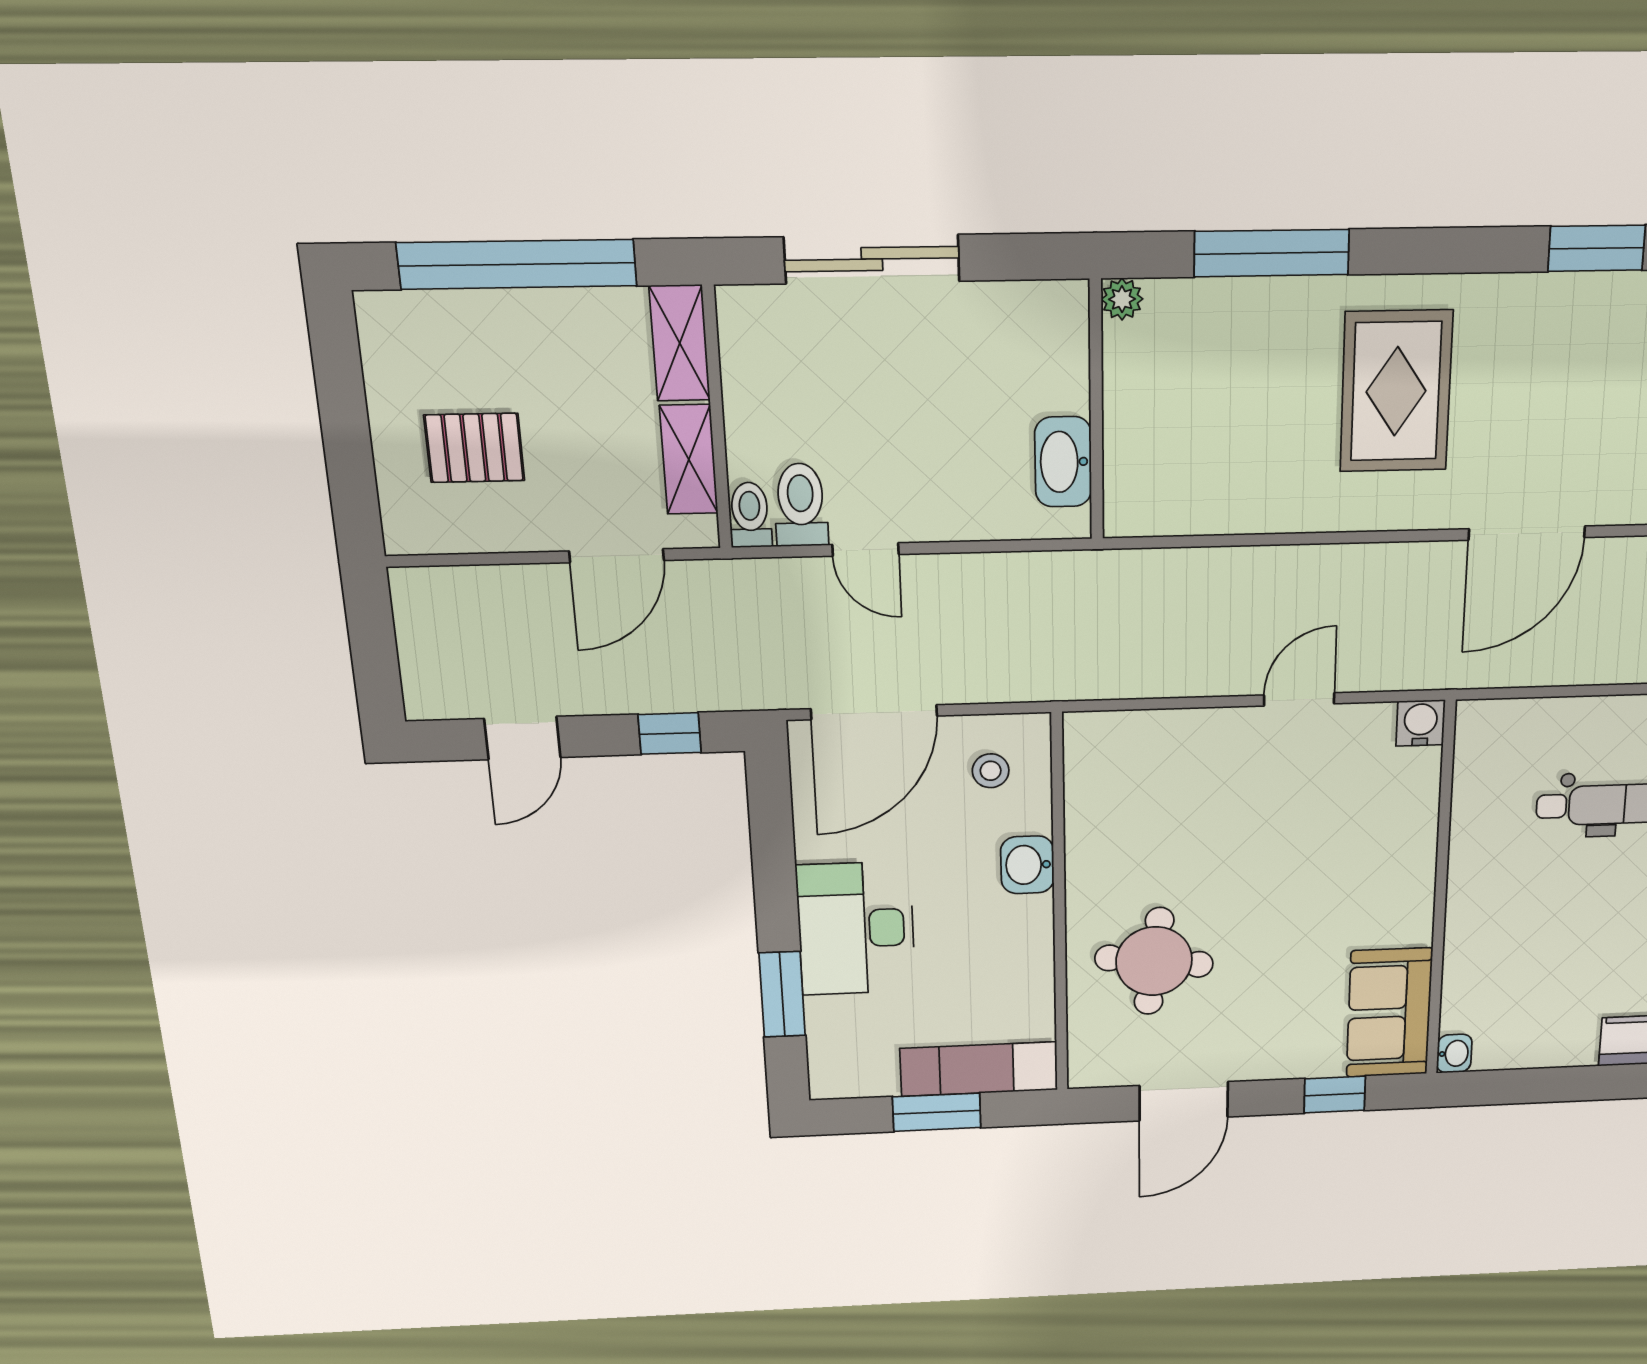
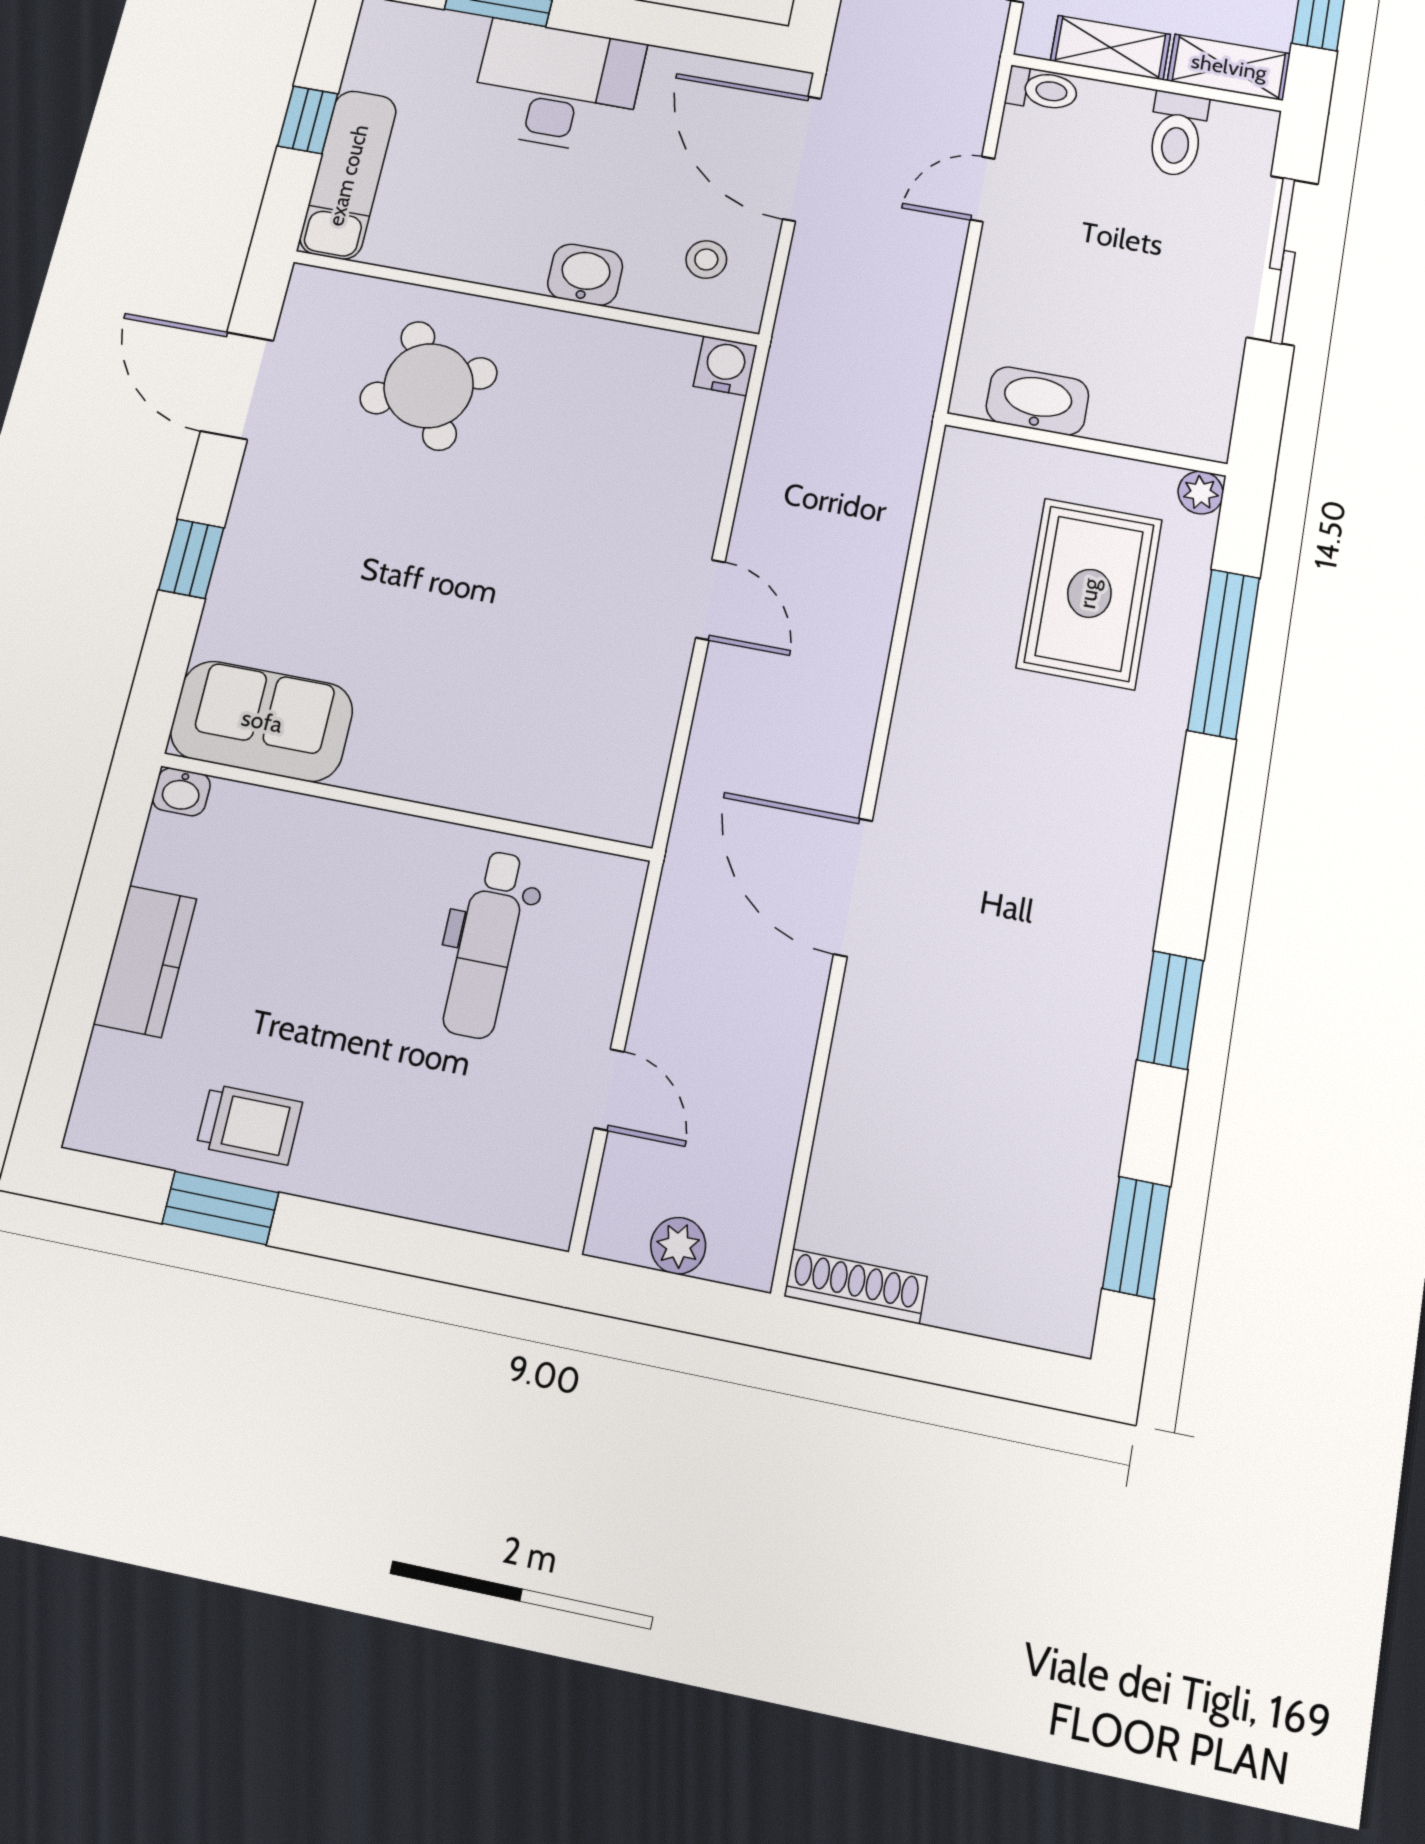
rug: (1396, 391) -> (1089, 593), moved, turned 90
toilet: (801, 505) -> (1177, 134), moved, turned 90
water cooler: (1421, 723) -> (725, 366), moved, turned -90
wall: (1441, 892) -> (405, 807), moved
round table: (1154, 961) -> (429, 386), turned -32
sofa: (1389, 1013) -> (262, 721), moved
washbasin: (1454, 1053) -> (181, 792), moved
window: (937, 1112) -> (308, 120), width x0.67

